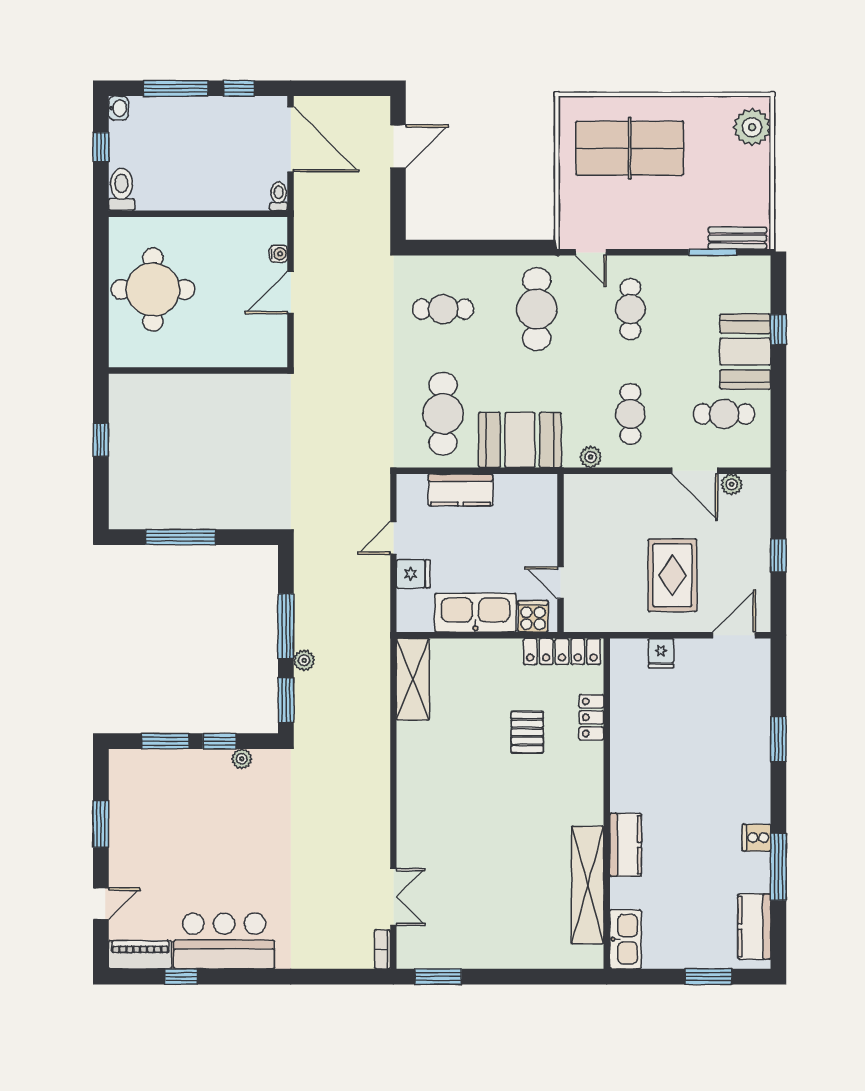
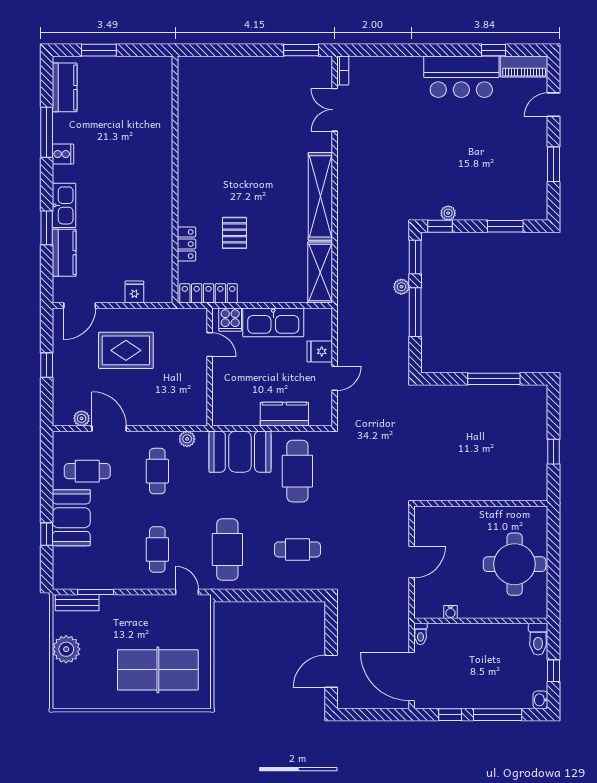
plant: (752, 127) -> (66, 649), moved
water cooler: (279, 254) -> (450, 612), moved, turned -90
rug: (672, 575) -> (126, 350), turned 90
window: (219, 741) -> (440, 226), moved
kitchen counter: (626, 845) -> (64, 253), moved, turned 180
shelving: (588, 885) -> (320, 196), moved
kitchen sink: (625, 939) -> (64, 205), moved, turned 180

